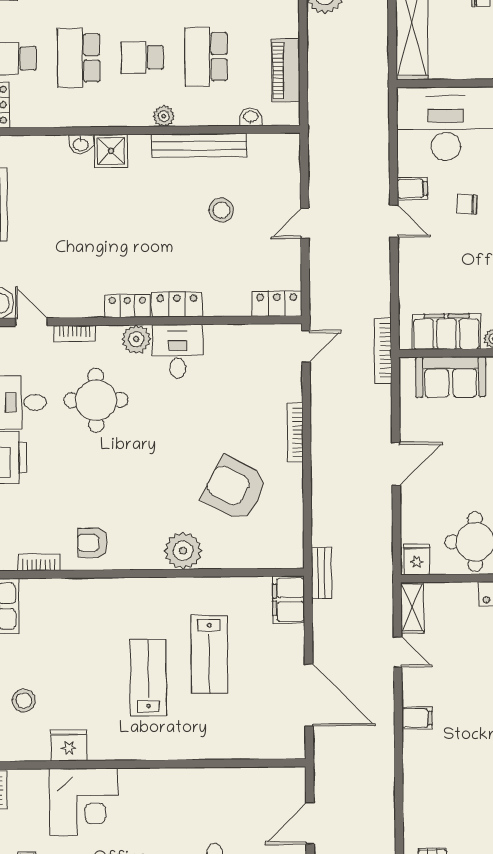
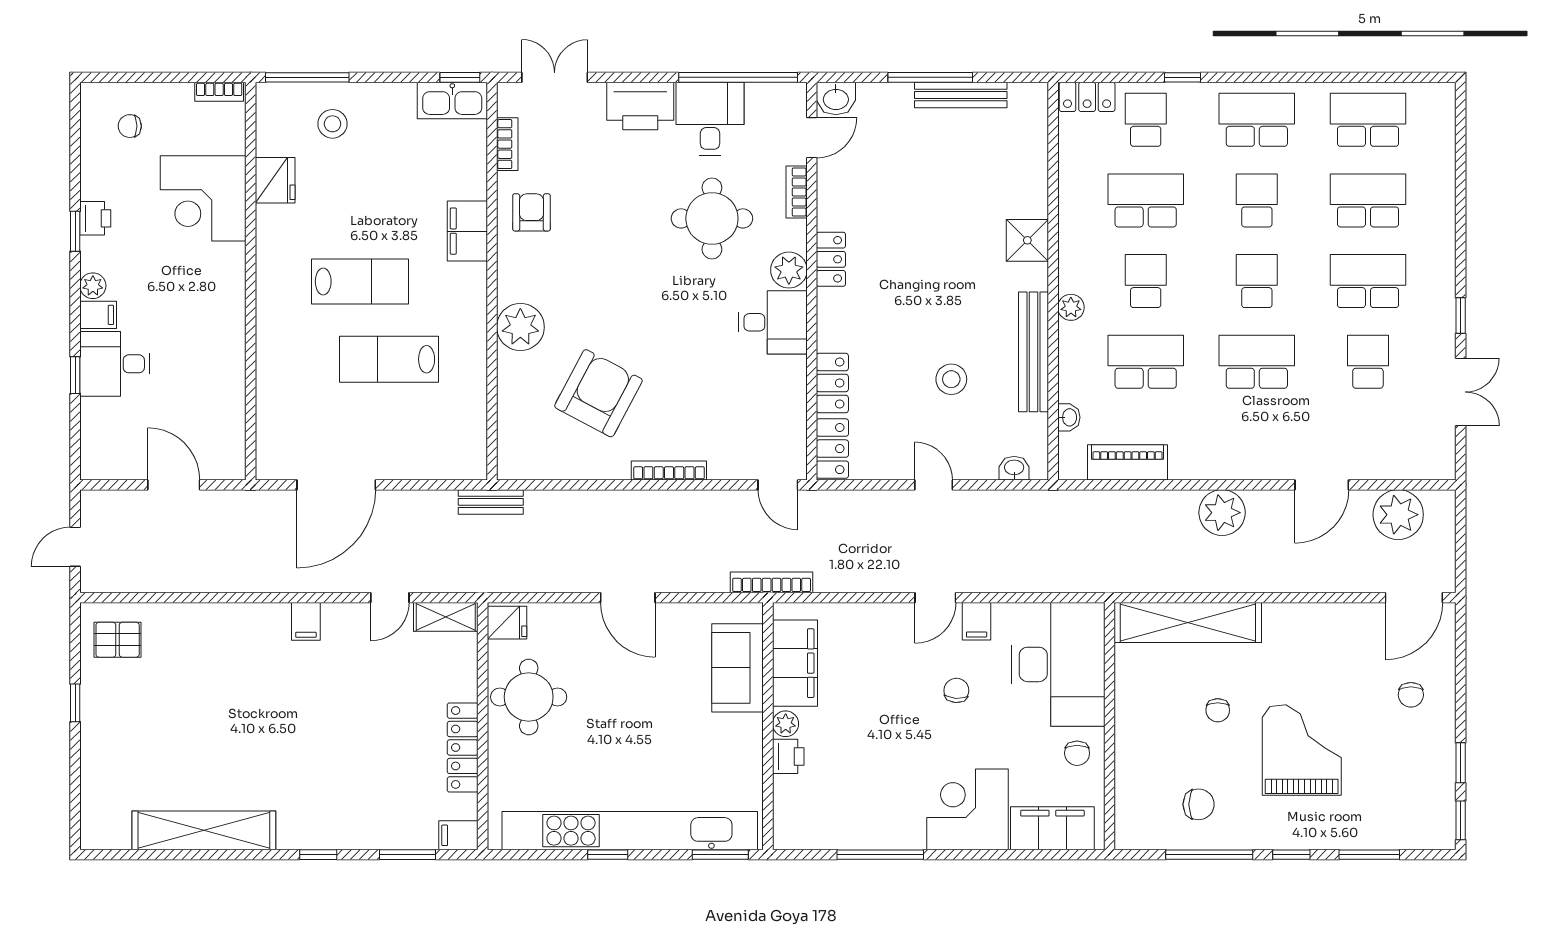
washbasin: (81, 144) -> (1014, 468), moved, turned 90
locker: (177, 304) -> (832, 383), moved
filing cabinet: (289, 600) -> (467, 231), moved, turned -90

